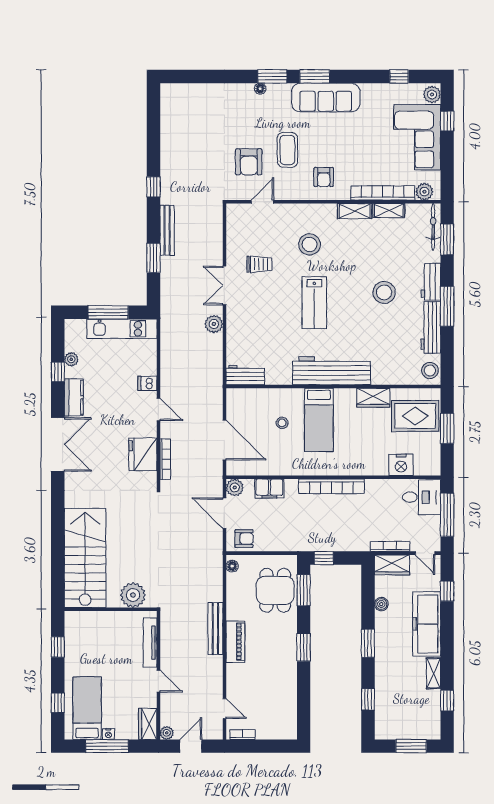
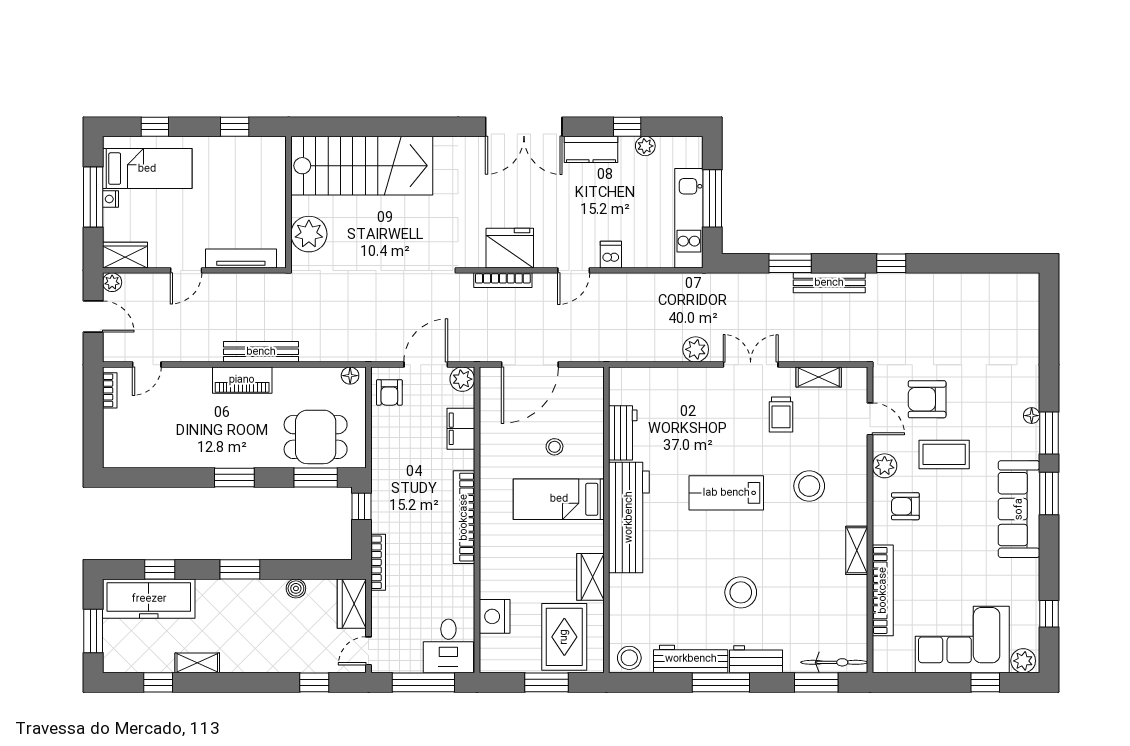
plant: (424, 192) -> (885, 466), moved
shelving: (389, 211) -> (819, 377), moved, turned 90
workbench: (245, 375) -> (623, 433), moved
bookcase: (390, 546) -> (378, 562), moved
freezer: (427, 624) -> (149, 599), moved, turned 180

